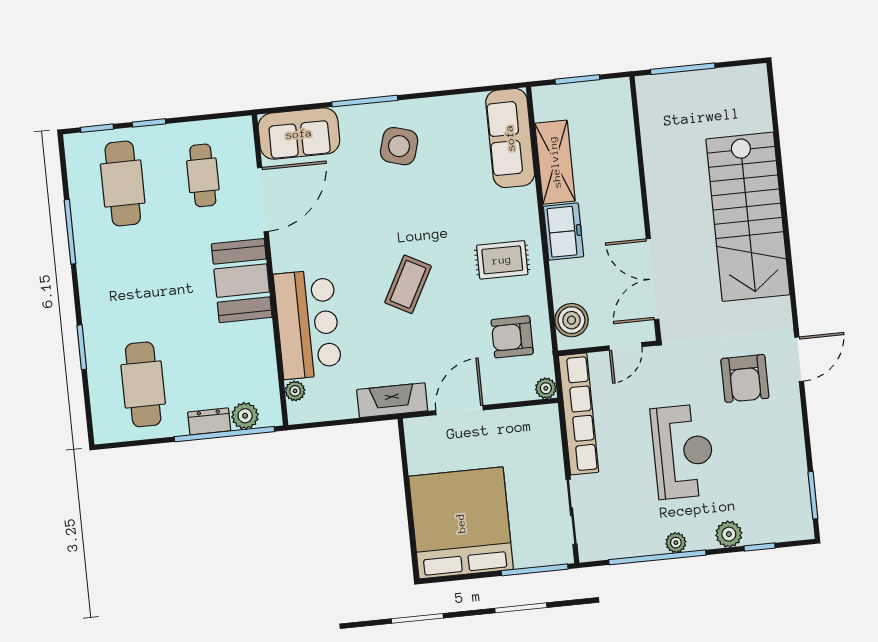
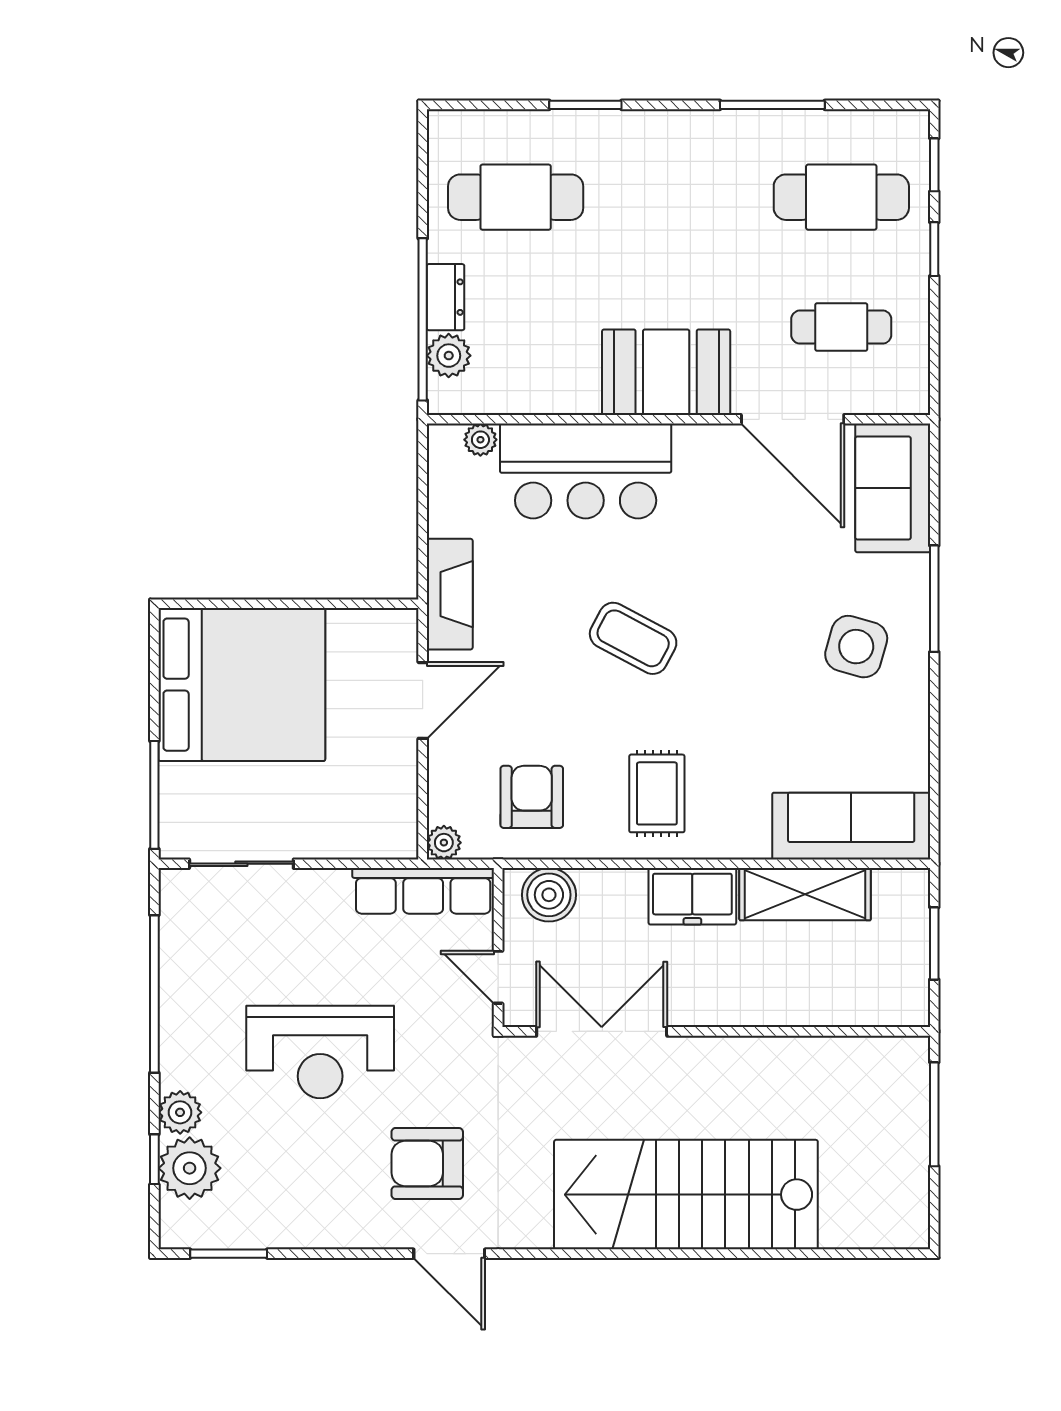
door: (459, 410) -> (423, 700), hinge flipped
row of seats: (579, 414) -> (423, 891), width x0.73
plant: (676, 543) -> (190, 1168), moved, width x1.87, depth x1.87

